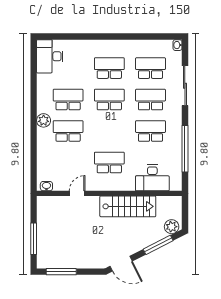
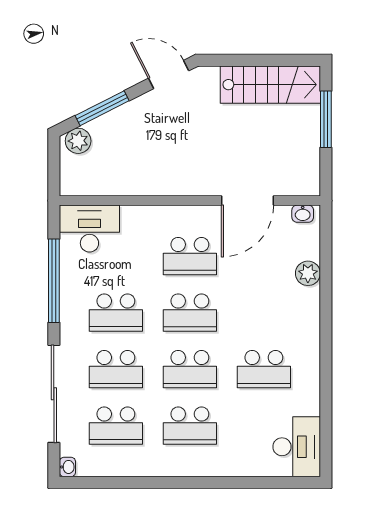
sliding door: (185, 86) -> (54, 394), width x1.36
plant: (44, 120) -> (308, 273), moved
school desk: (68, 131) -> (190, 313), moved
desk: (152, 178) -> (89, 229), moved
door: (77, 193) -> (247, 201), width x1.88
stairs: (128, 206) -> (270, 85), moved, turned 180
window: (61, 272) -> (276, 60), removed

